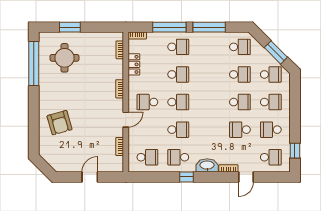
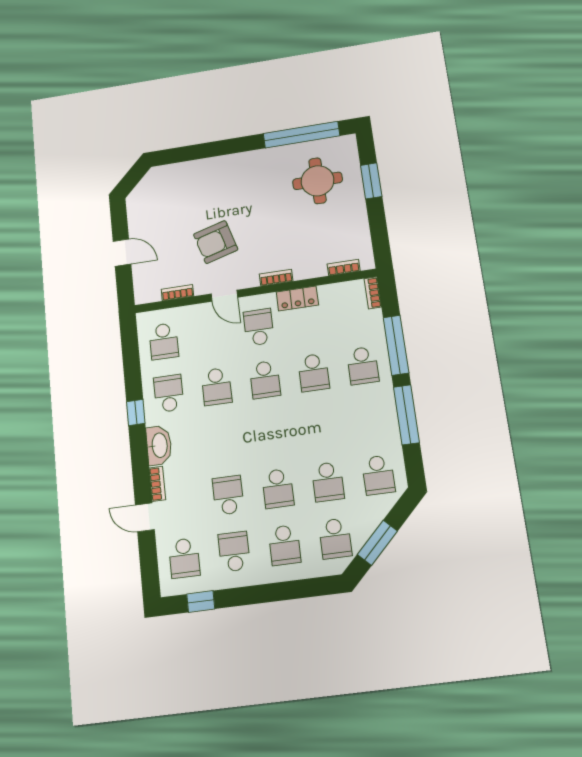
locker: (134, 64) -> (297, 298), moved
armchair: (60, 123) -> (216, 242), moved

